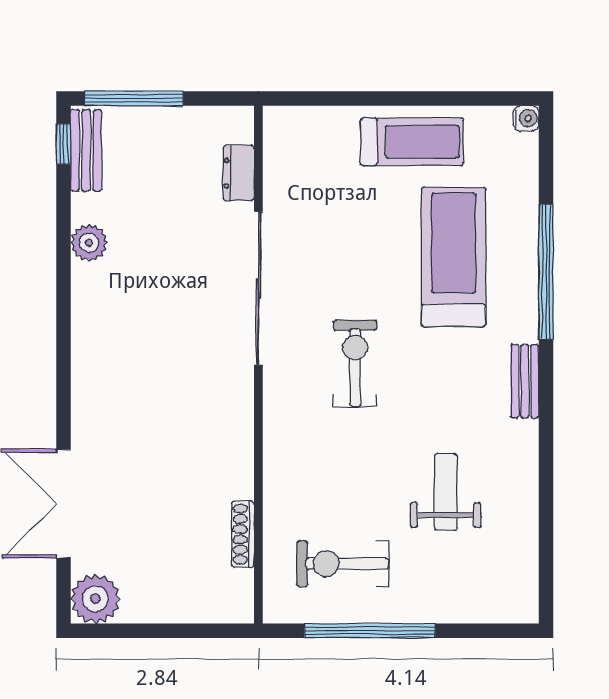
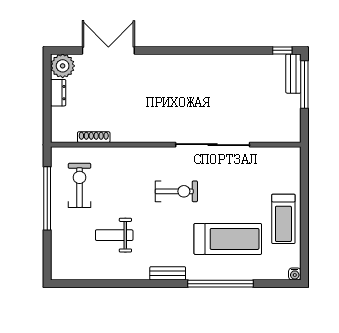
bench: (86, 150) -> (293, 74), moved, turned 90
dresser: (239, 173) -> (58, 93), moved, turned 90
plant: (89, 243) -> (235, 63), removed
weight bench: (446, 492) -> (114, 235), turned 180

